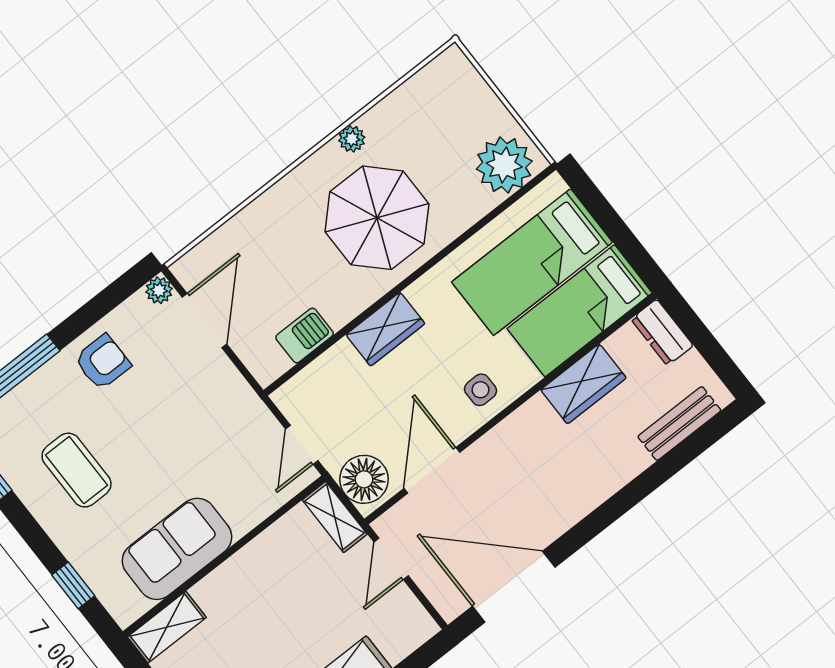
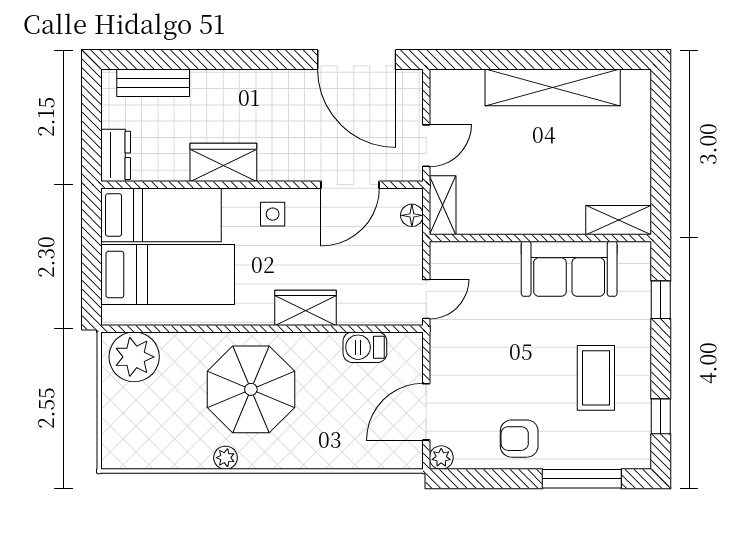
wardrobe: (583, 384) -> (223, 162), moved
door: (302, 445) -> (426, 299), moved
floor lamp: (364, 479) -> (412, 215), width x0.53, depth x0.53

